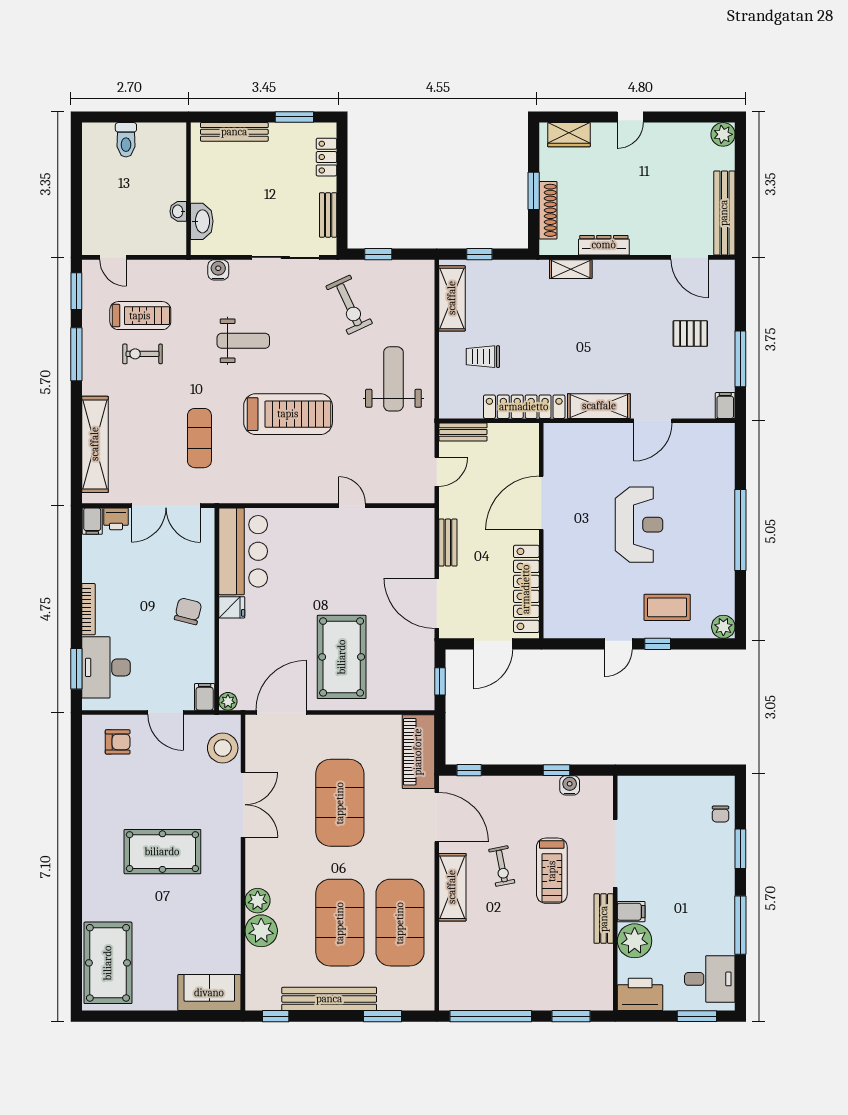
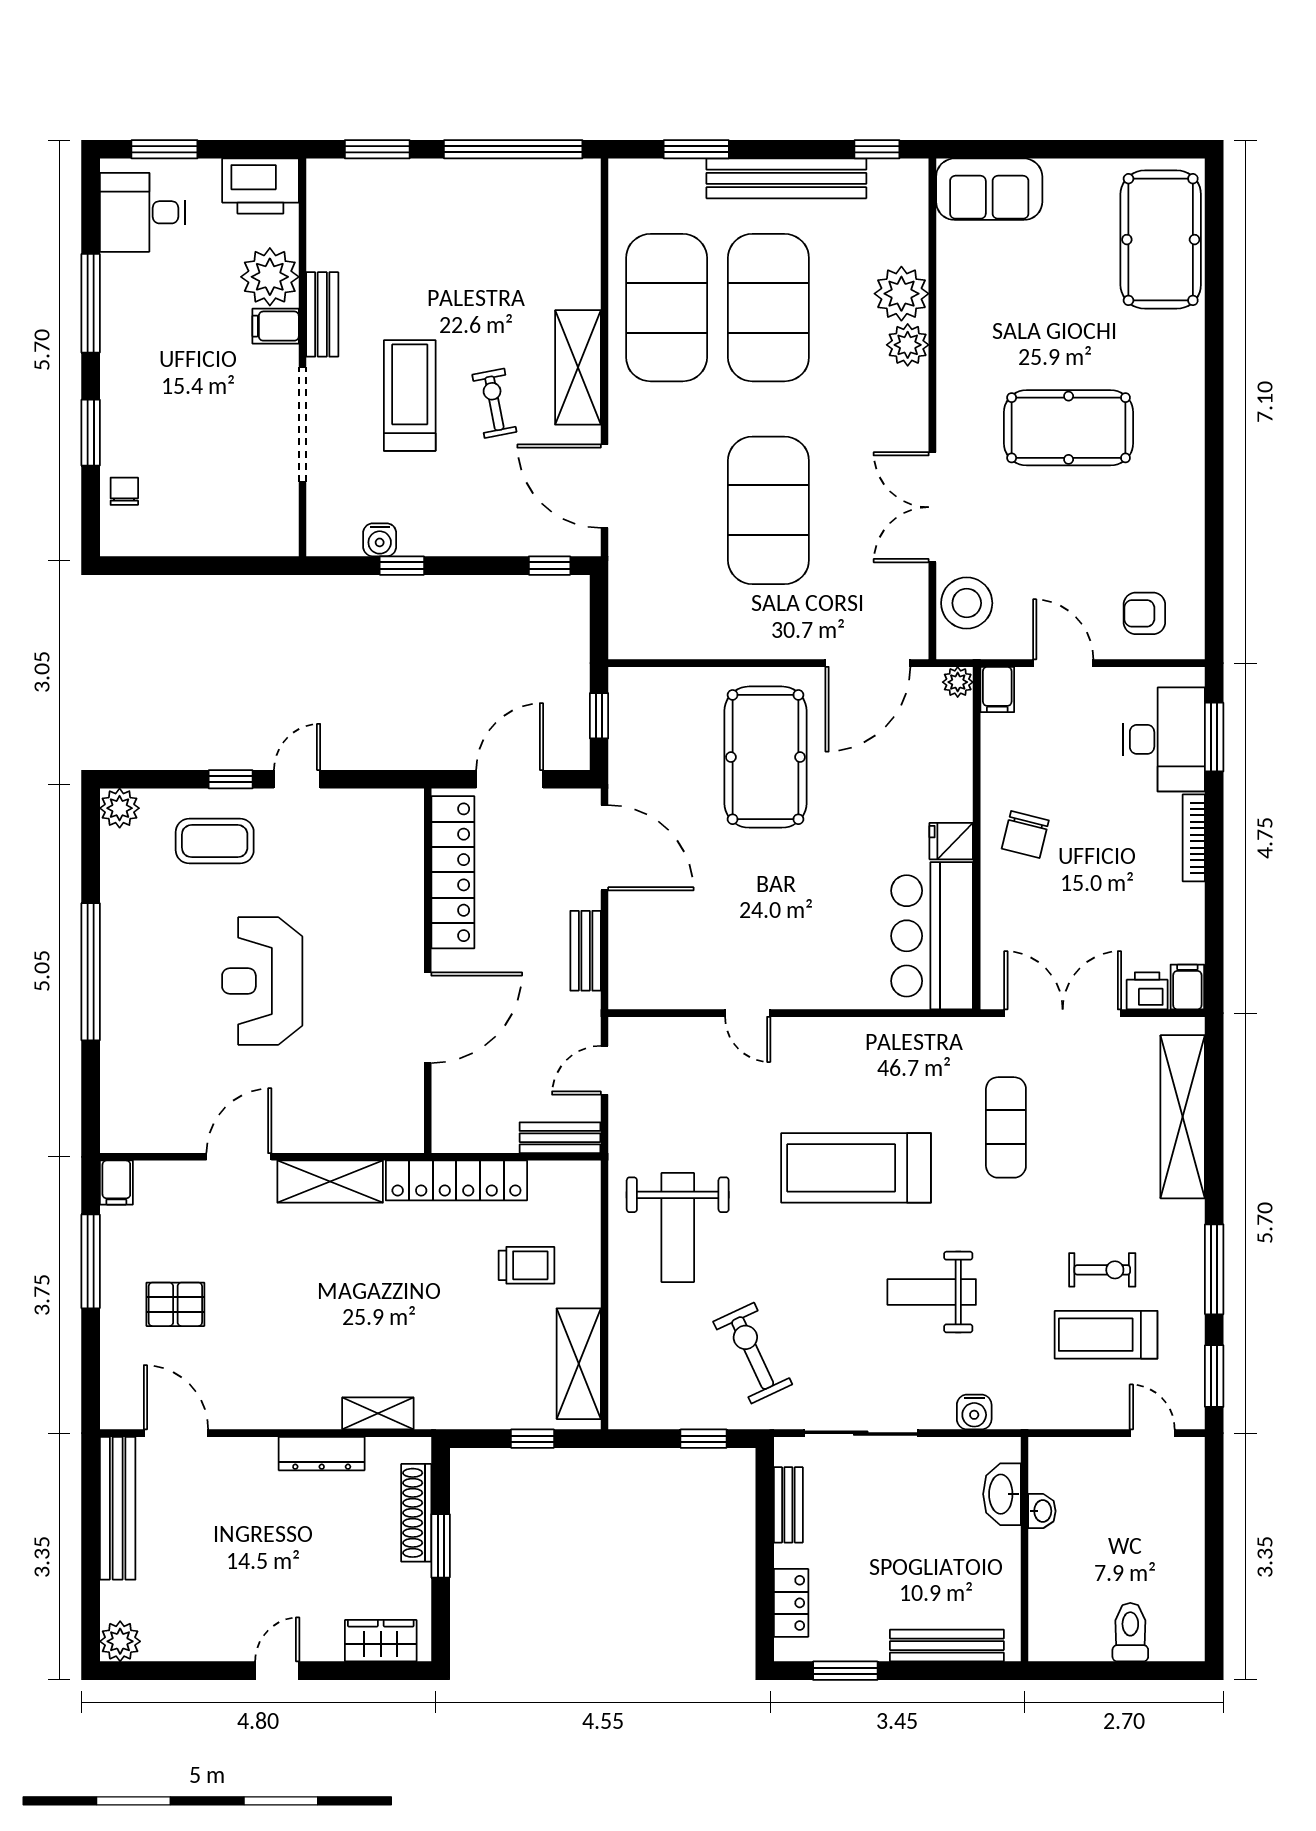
piano: (418, 752) -> (635, 597), removed

